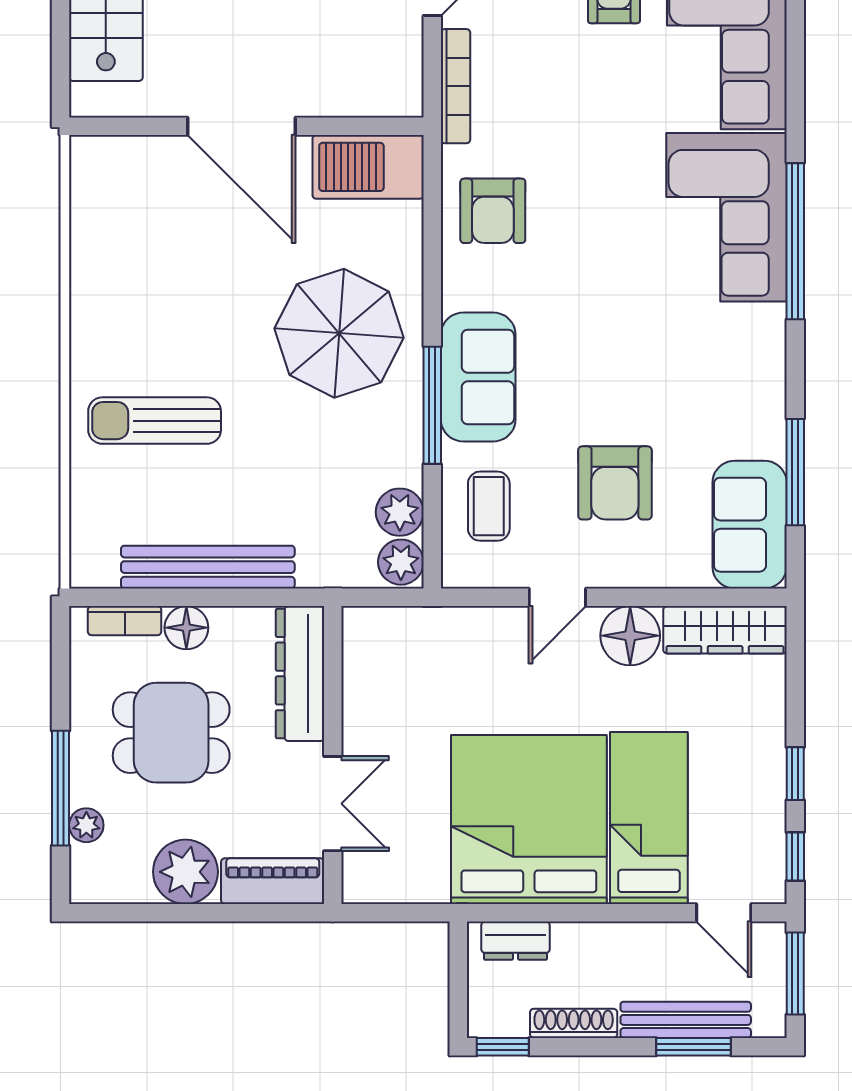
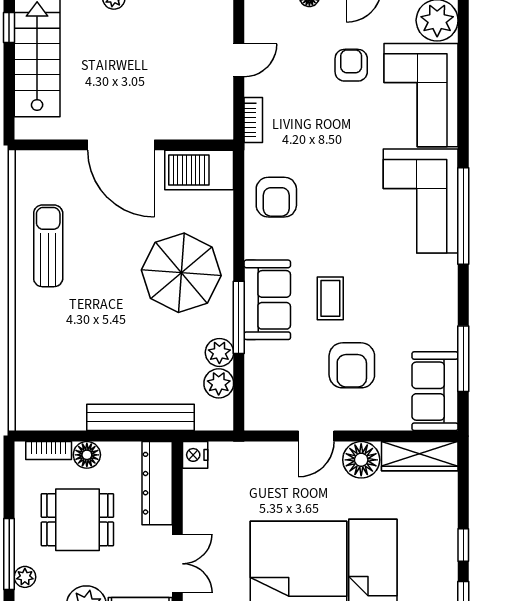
bookcase: (456, 86) -> (253, 120), width x0.64
sun lounger: (155, 421) -> (48, 246), moved, turned 90
coffee table: (489, 506) -> (330, 298), moved
plant: (401, 562) -> (219, 352), moved
bench: (208, 567) -> (141, 417), moved
nightstand: (362, 628) -> (195, 455), added

